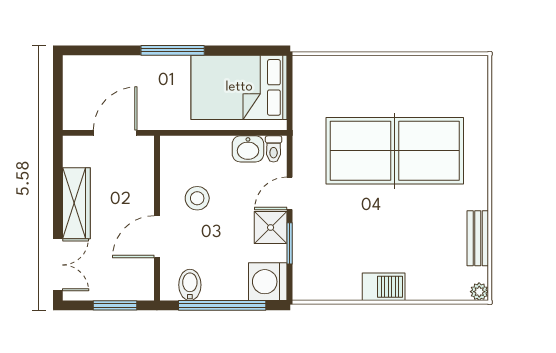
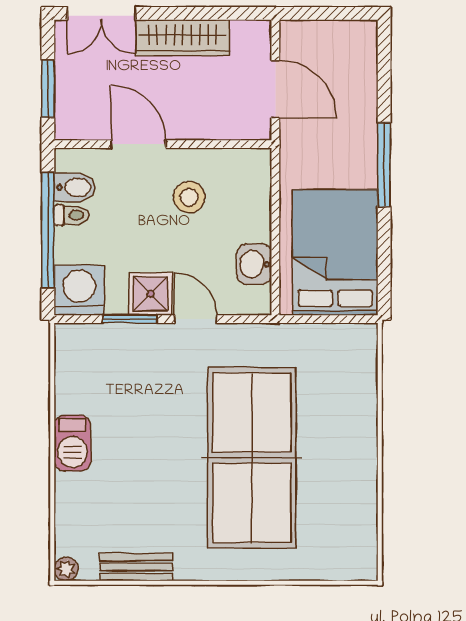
toilet: (274, 149) -> (72, 215), moved, turned 180

